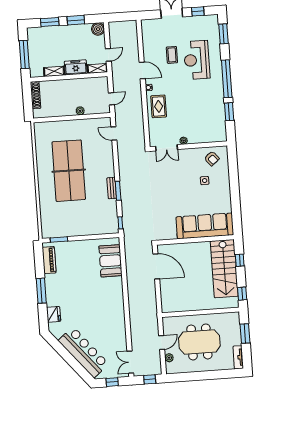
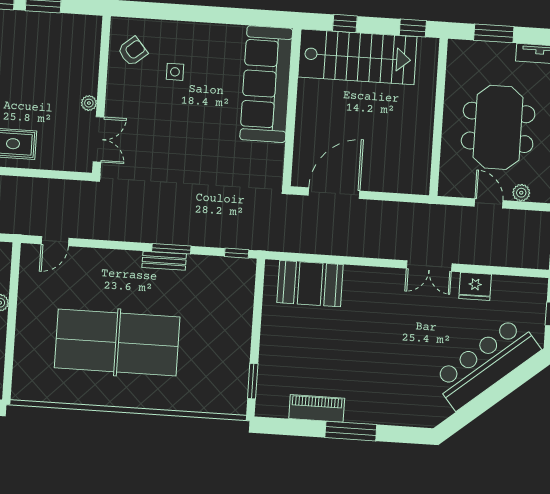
piano: (49, 260) -> (317, 408), moved
fridge: (54, 314) -> (475, 286), moved, turned 180
double door: (130, 362) -> (429, 266), moved

